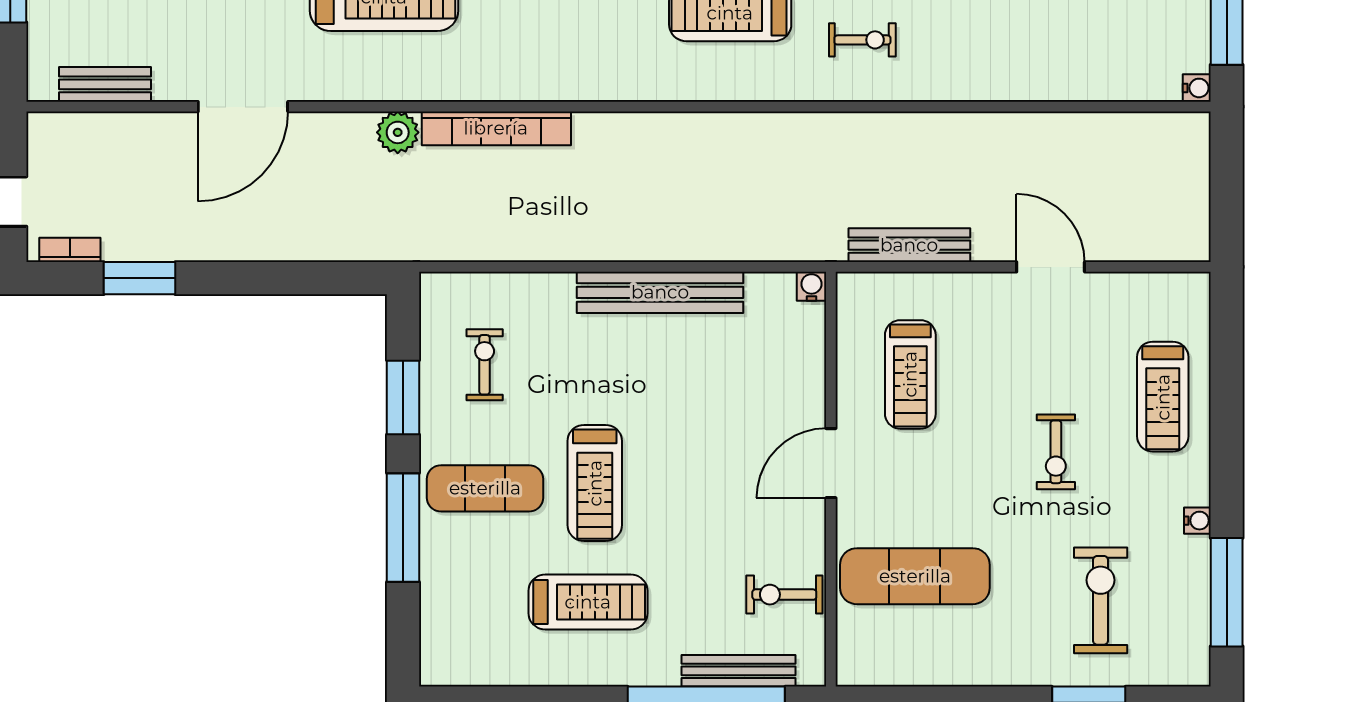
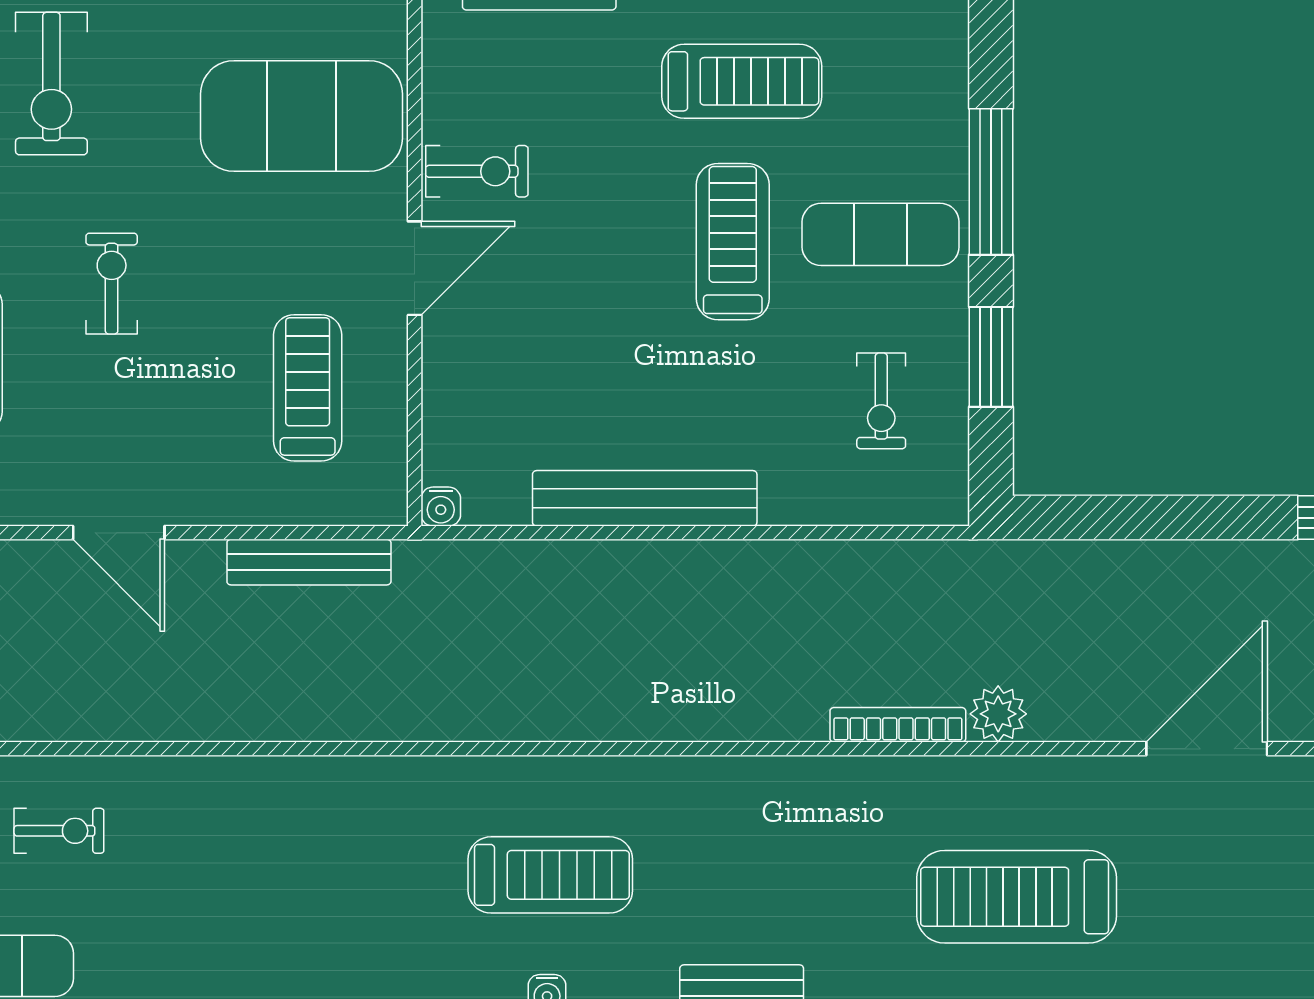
exercise bike: (862, 40) -> (59, 831), moved, turned 180
bookcase: (496, 128) -> (898, 725), width x0.68, depth x0.76
exercise mat: (915, 576) -> (301, 116), width x1.47
exercise bike: (784, 595) -> (477, 171), moved
treadmill: (588, 602) -> (742, 81), turned 180

